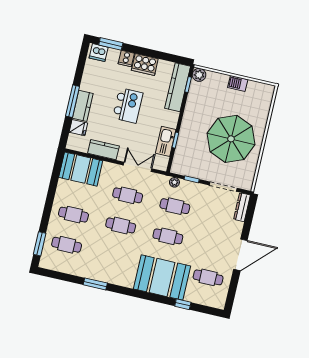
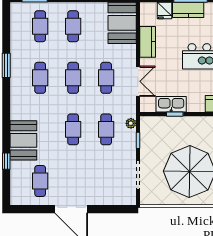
dresser: (242, 207) -> (121, 199), removed
cafe table: (114, 256) -> (40, 78), added
booth: (162, 277) -> (23, 140), width x0.73, depth x0.70

